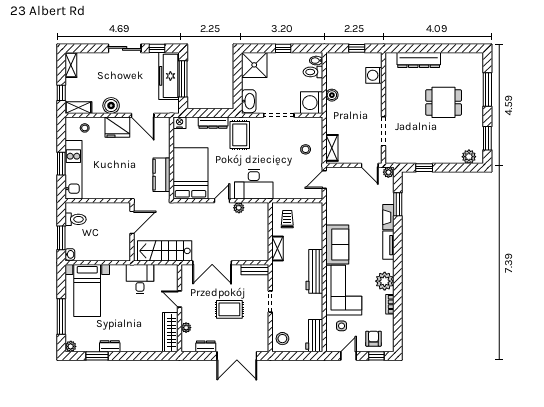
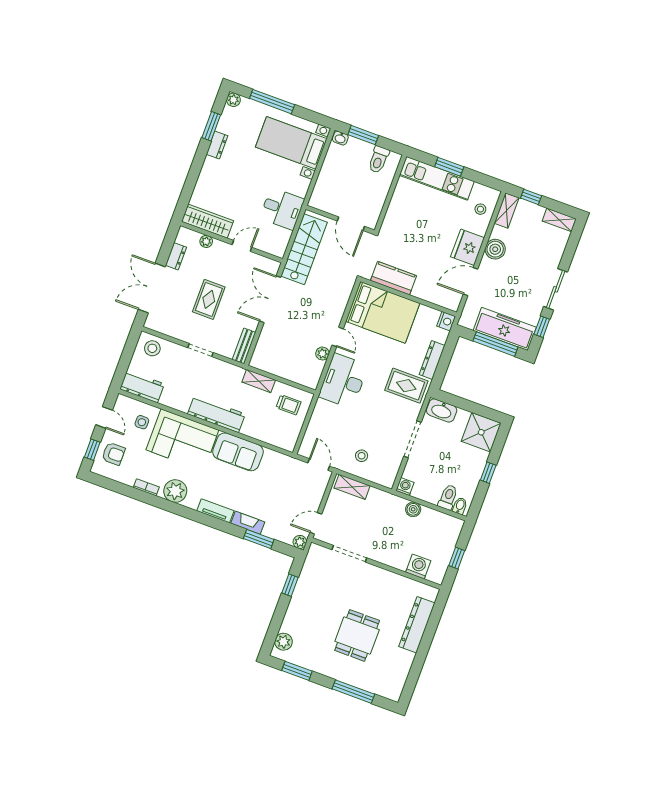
washing machine: (312, 103) -> (405, 487), width x0.53, depth x0.53

